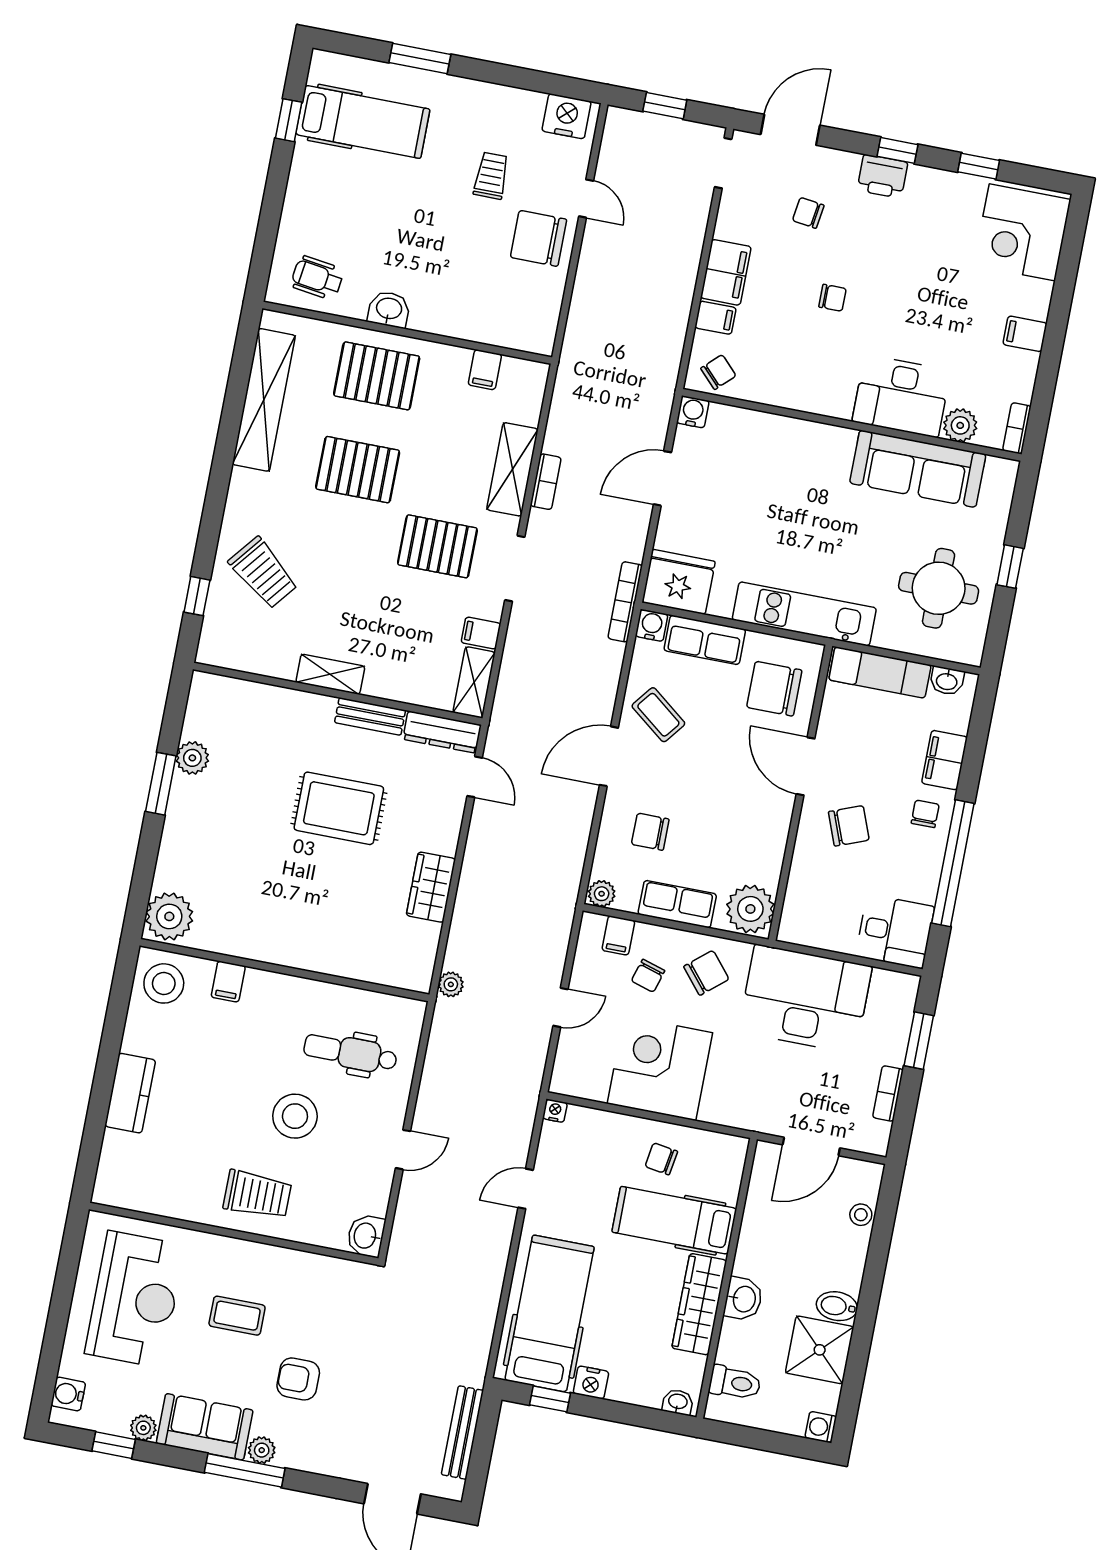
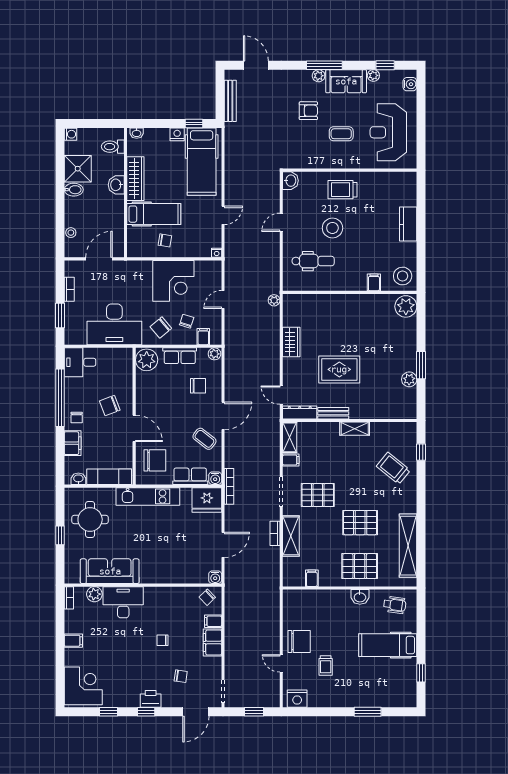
hospital bed: (363, 122) -> (388, 645), moved

